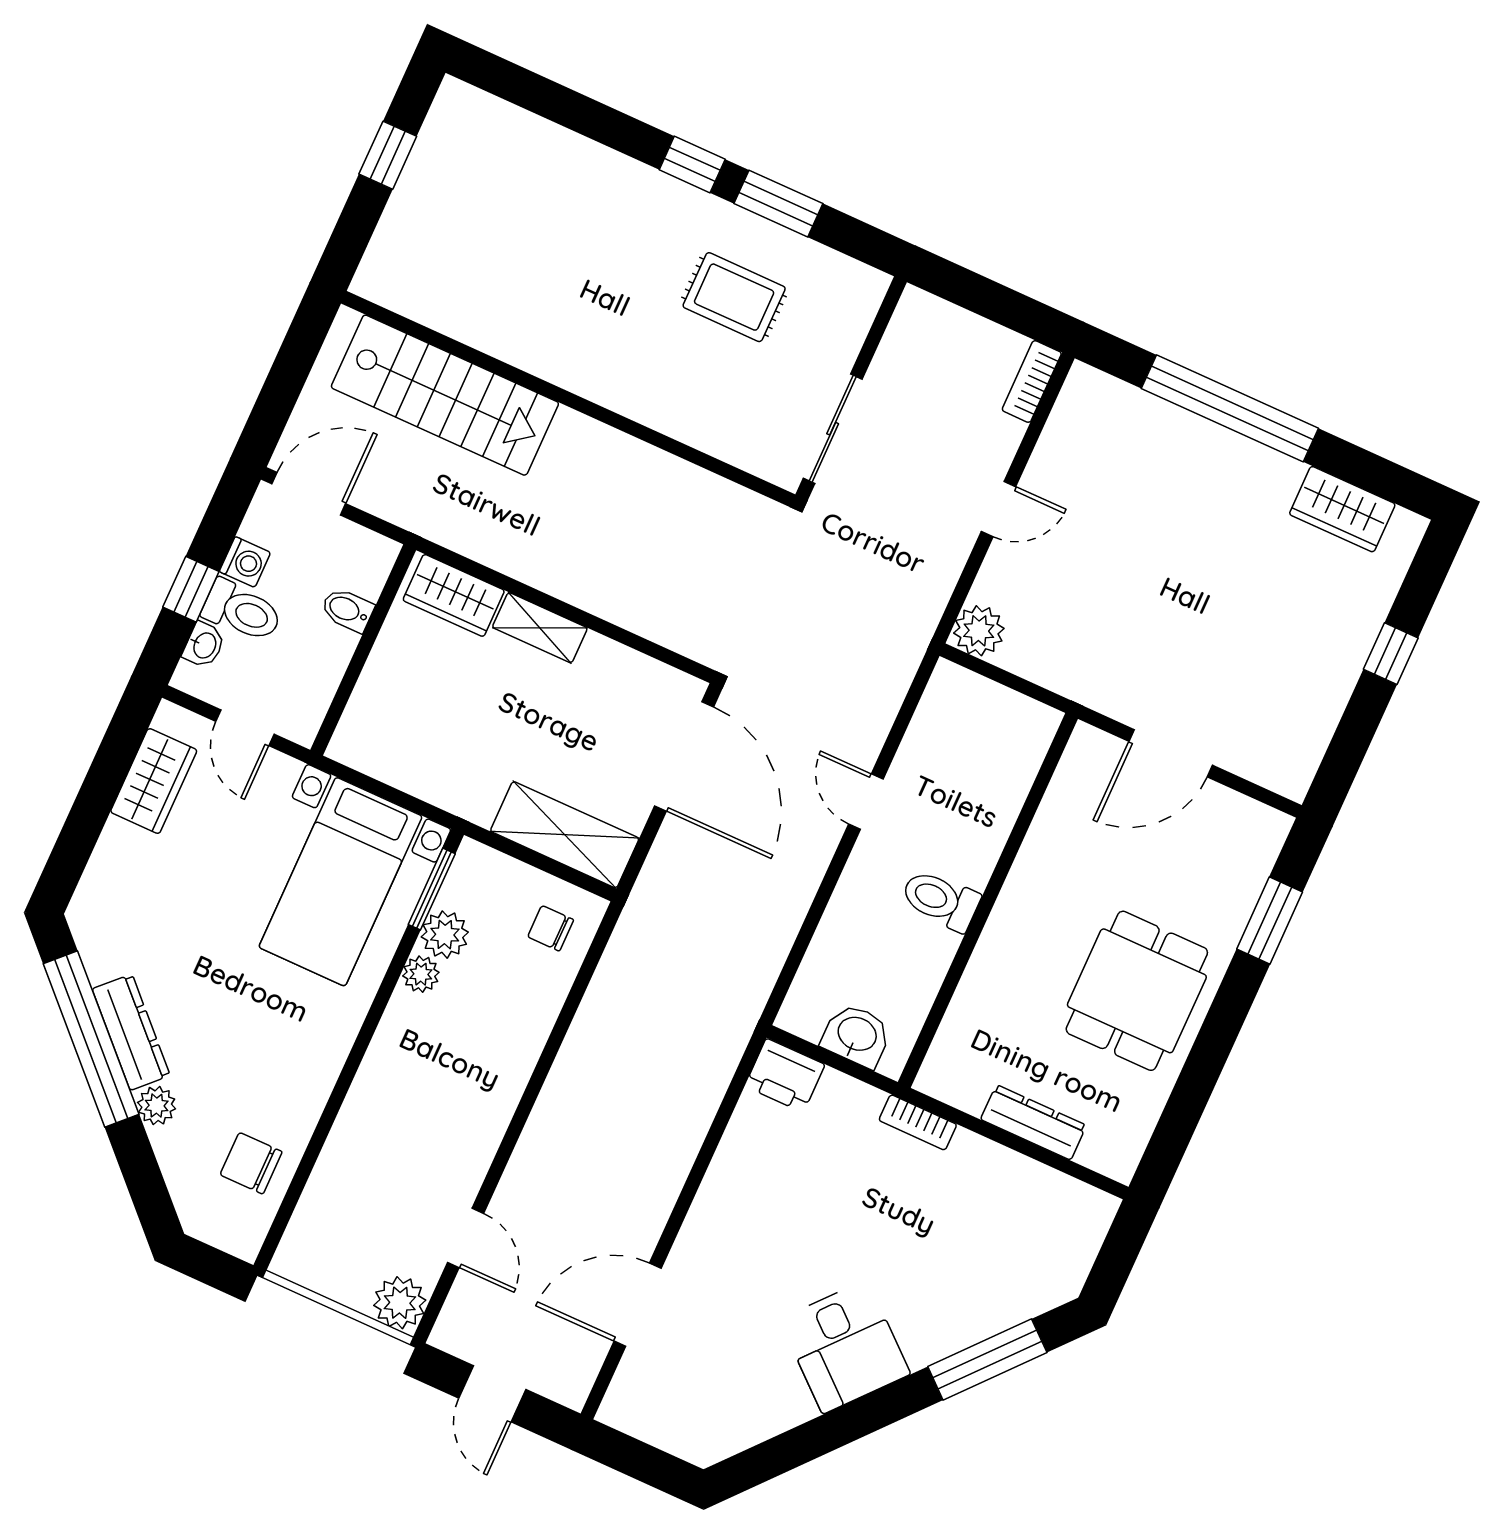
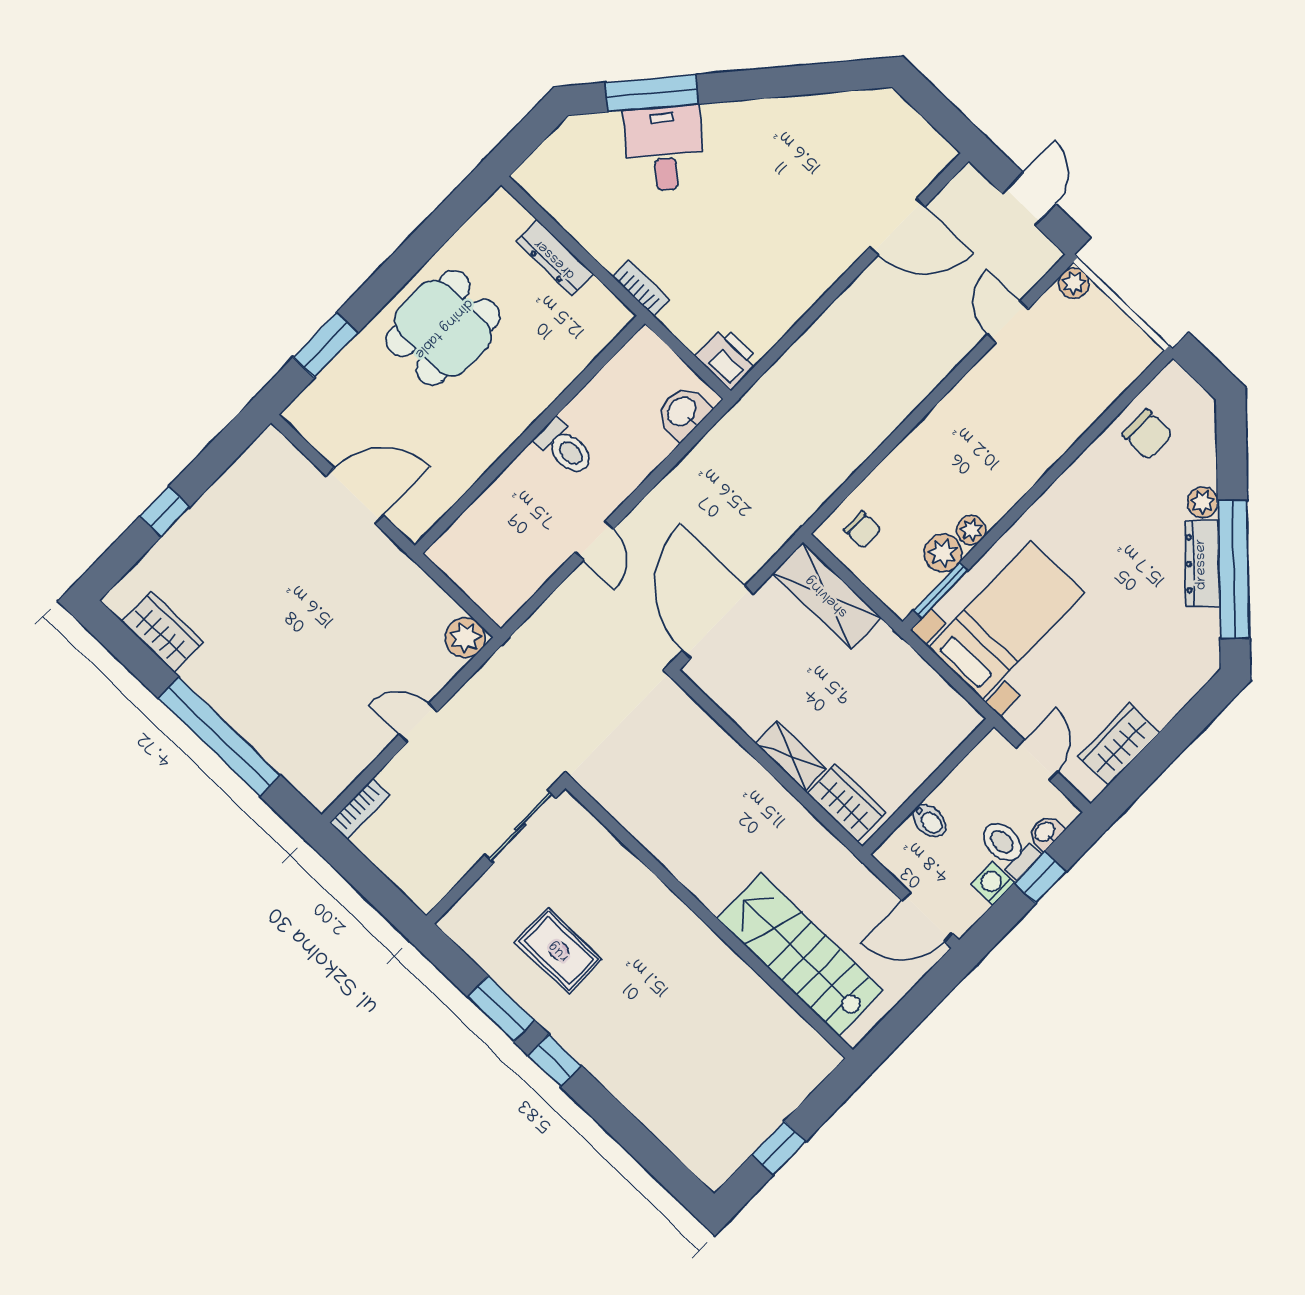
washbasin: (857, 1035) -> (682, 412), moved, turned 90
plant: (400, 1303) -> (1074, 283), width x0.73, depth x0.73
desk: (845, 1347) -> (664, 148), moved

